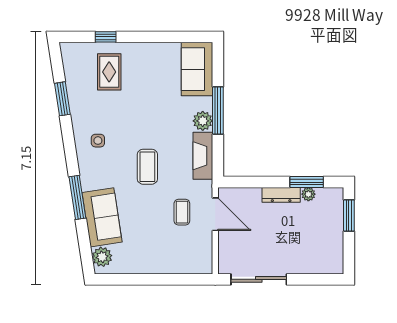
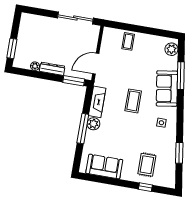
sofa: (197, 69) -> (104, 167), moved, turned -90
window: (307, 182) -> (74, 81), moved
window: (77, 197) -> (181, 76), moved
coffee table: (182, 212) -> (128, 41), moved
door: (215, 214) -> (96, 64), hinge flipped
sofa: (102, 217) -> (167, 89), moved

